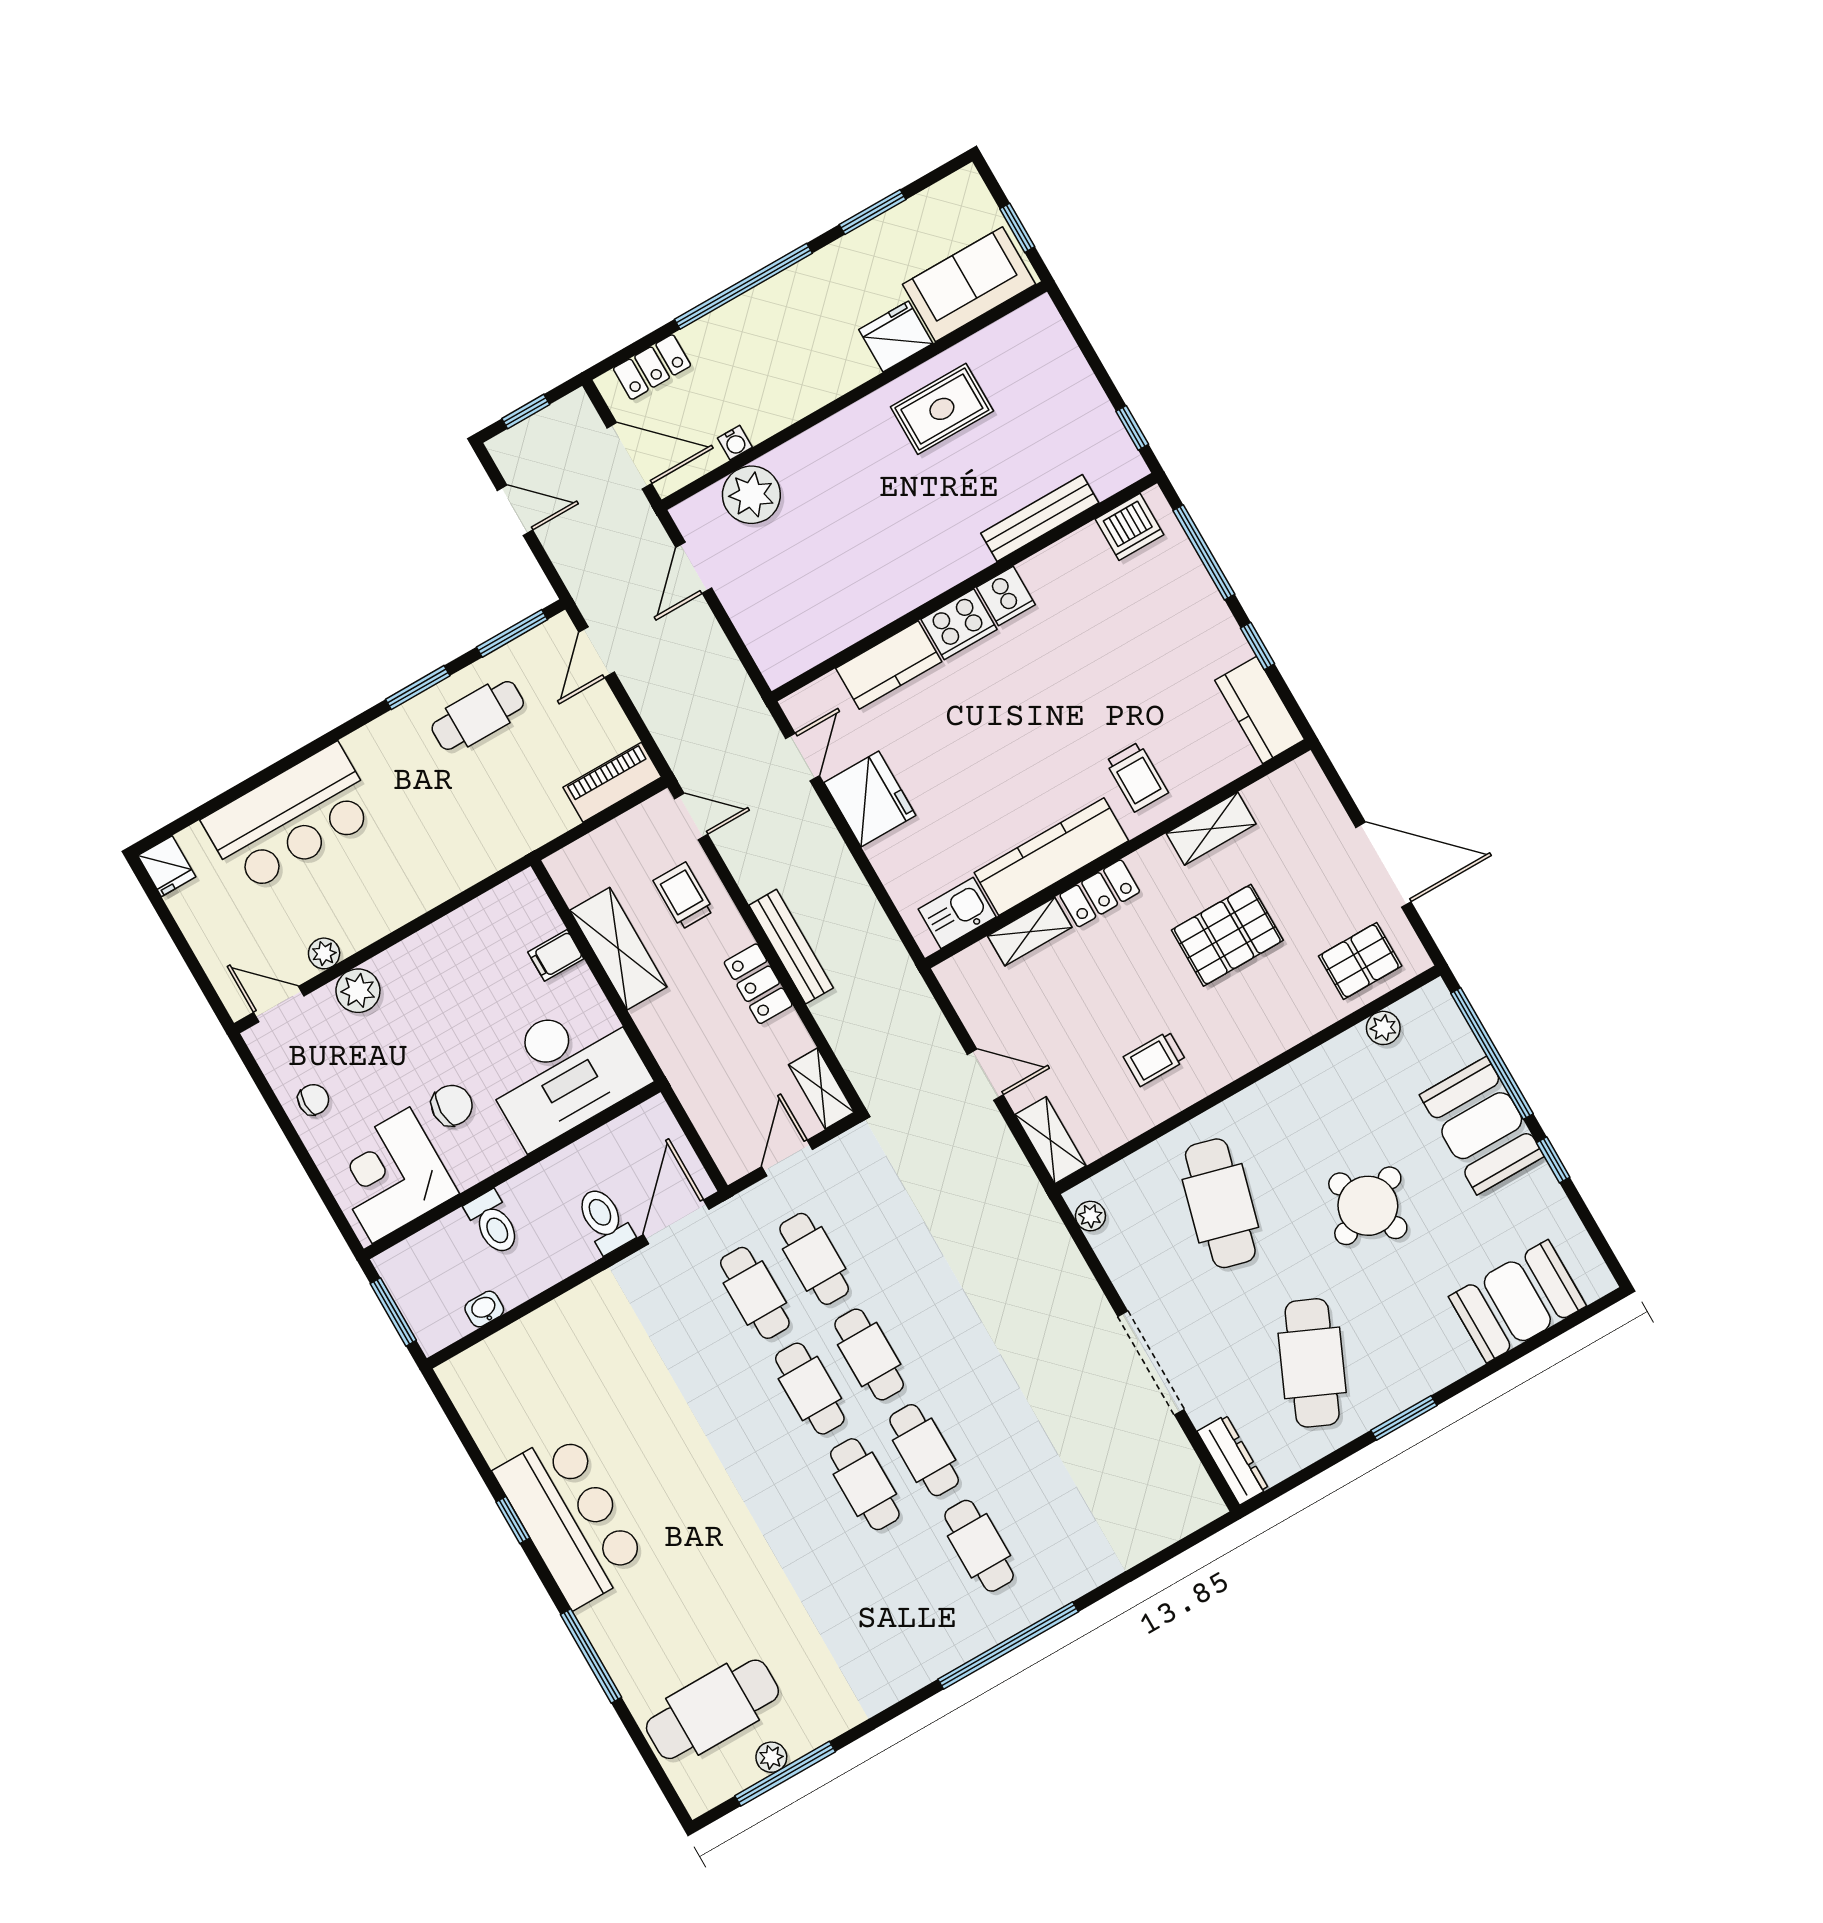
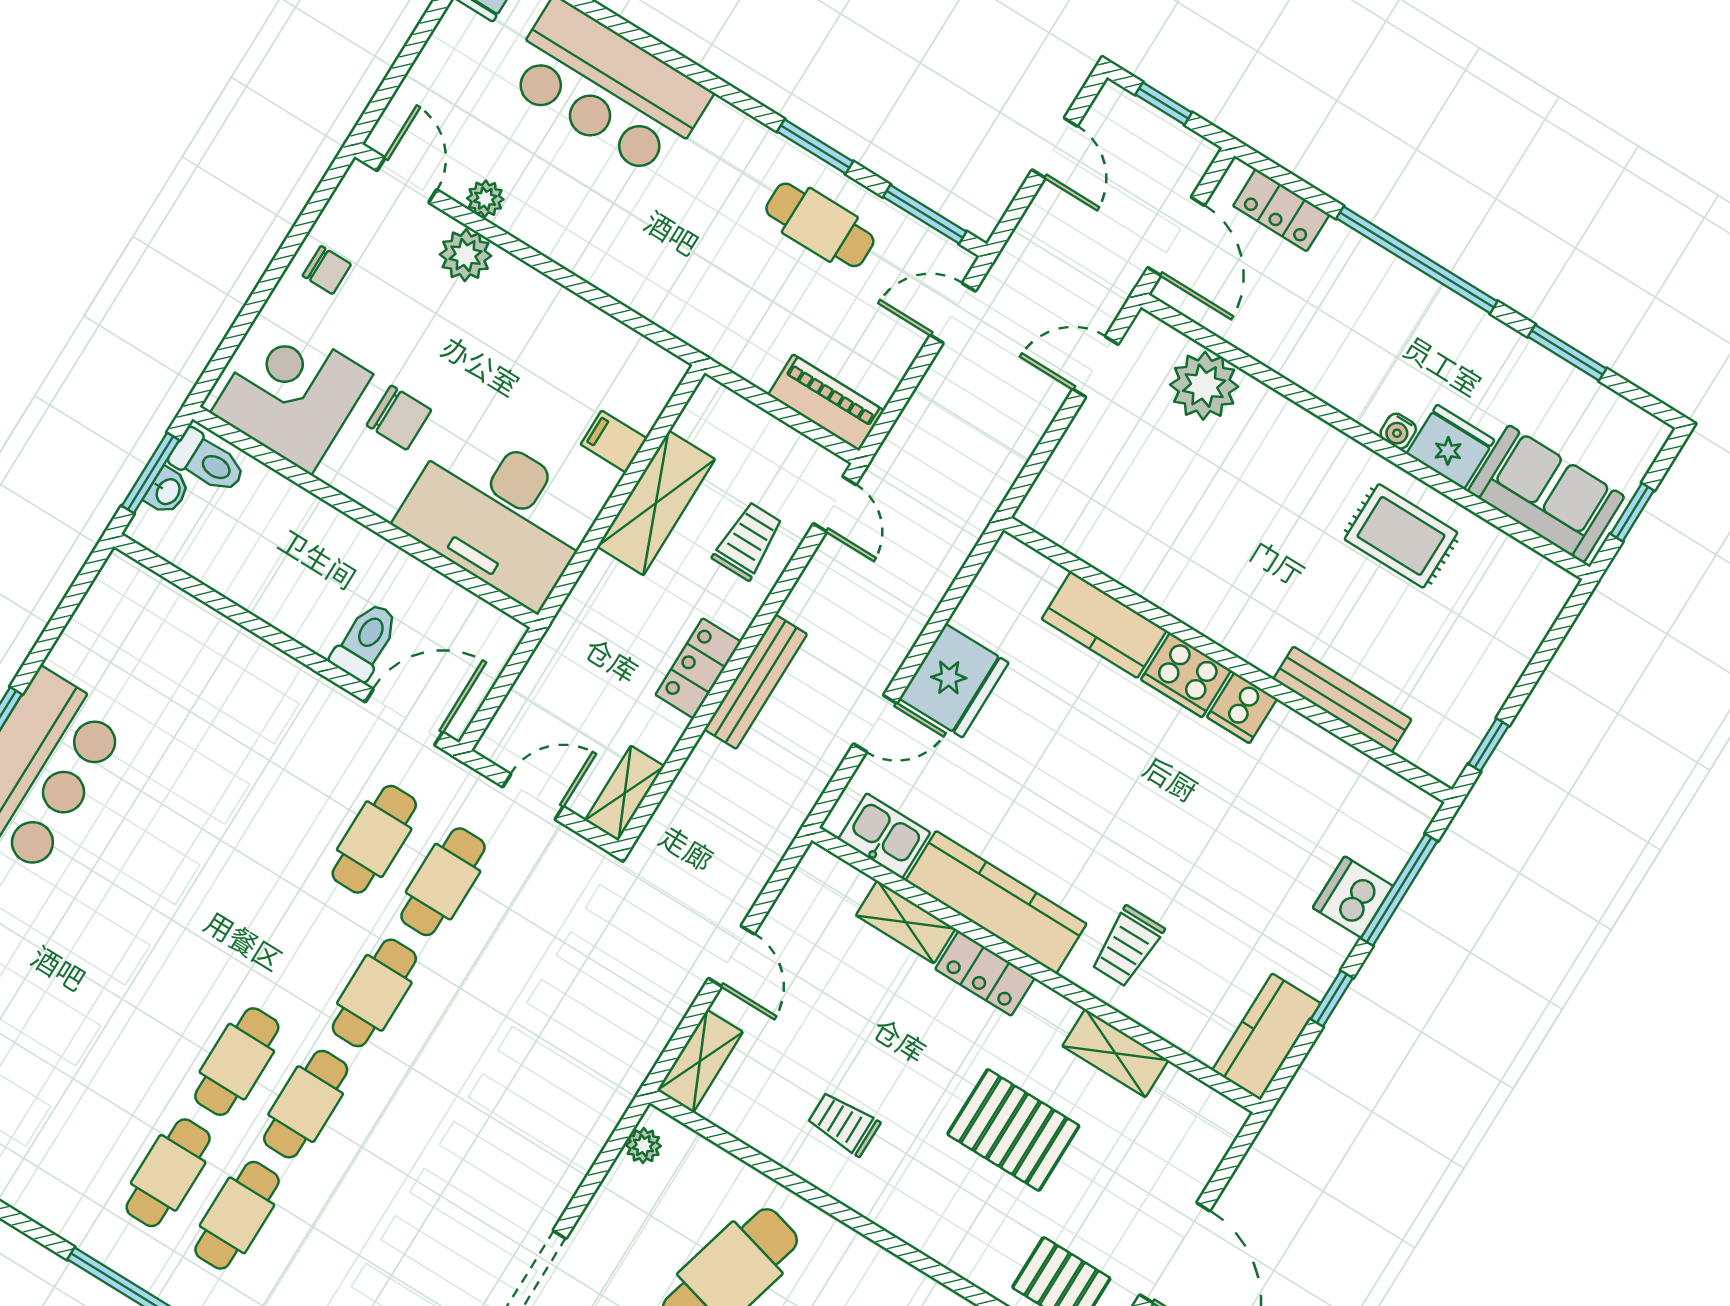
water cooler: (735, 443) -> (1398, 431), moved
dishwasher: (1129, 527) -> (1353, 897), moved, turned 90
door: (803, 757) -> (875, 724), moved
toilet: (493, 1223) -> (208, 462), moved, turned -90
washbasin: (484, 1309) -> (167, 491), moved, turned 90
cafe table: (810, 1389) -> (168, 1173), moved

